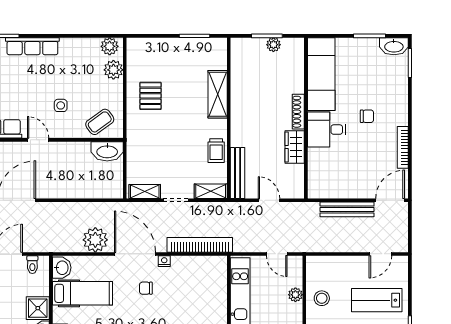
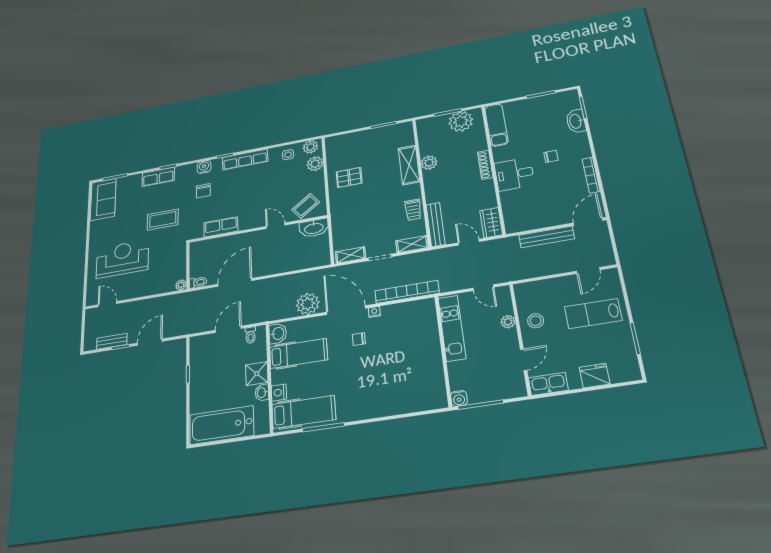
plant: (273, 45) -> (461, 121), width x1.87, depth x1.87
washbasin: (394, 46) -> (576, 121), moved, turned 90
exam couch: (321, 74) -> (496, 125), width x0.73, depth x0.69
pallet: (150, 96) -> (349, 177), turned 90
plant: (239, 96) -> (429, 163), added
side table: (61, 105) -> (288, 155), moved
door: (38, 140) -> (275, 226), moved
wardrobe: (295, 147) -> (491, 223), moved

